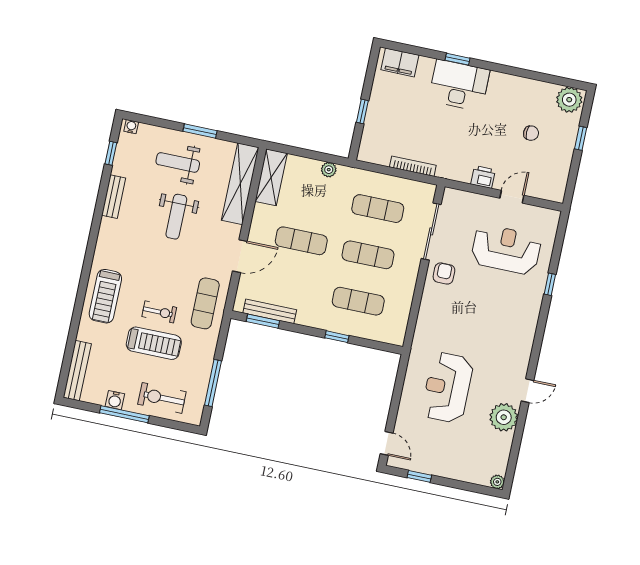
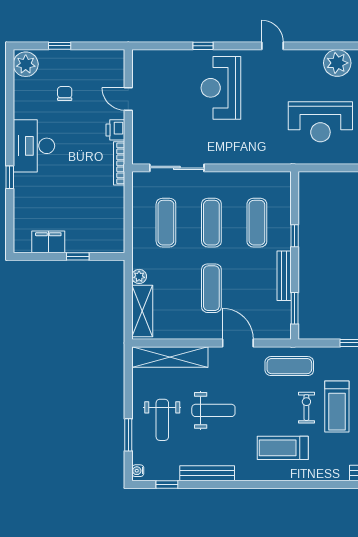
filing cabinet: (400, 62) -> (48, 242), moved, turned -90
desk: (459, 85) -> (34, 146), moved
window: (200, 131) -> (128, 435), moved
bookcase: (413, 166) -> (119, 163), moved
shelving: (271, 177) -> (142, 311), moved, turned 90
bench: (114, 197) -> (207, 473), width x1.36
reception desk: (506, 249) -> (221, 88), moved
armchair: (444, 273) -> (214, 148), removed
treadmill: (105, 296) -> (283, 448), moved, turned 180
bench: (270, 311) -> (284, 276), moved
treadmill: (154, 343) -> (337, 406), turned 180
door: (527, 391) -> (272, 46), moved

